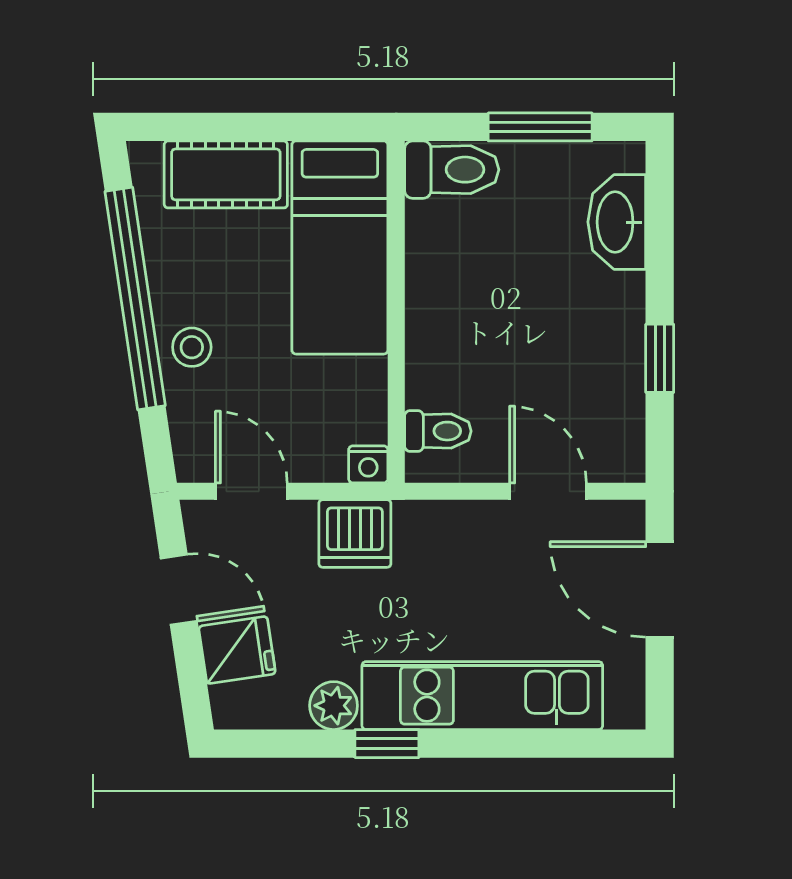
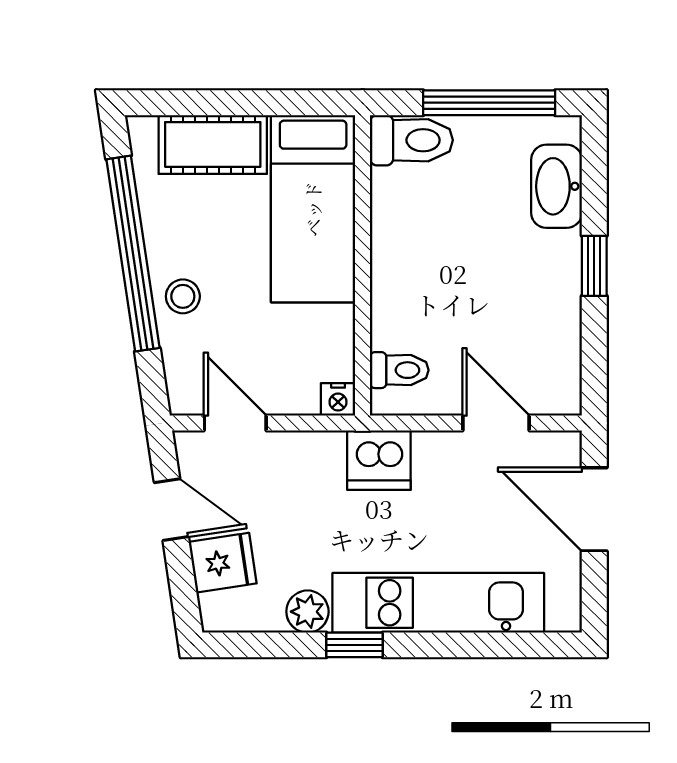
window: (540, 127) -> (489, 103), width x1.44
window: (660, 358) -> (594, 266), moved
dishwasher: (355, 533) -> (379, 460), moved

